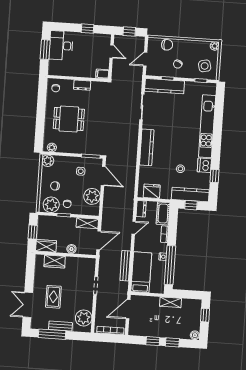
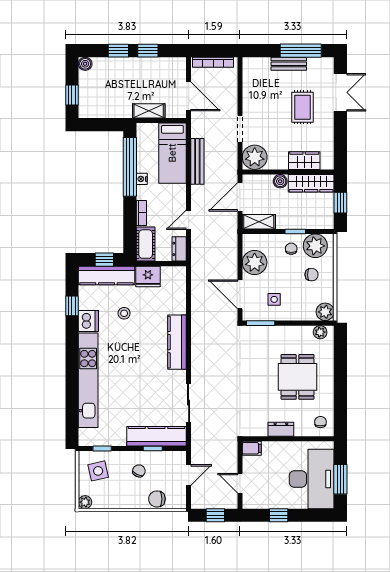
desk: (61, 46) -> (312, 479), width x1.36, depth x1.30
dining table: (69, 119) -> (297, 377), turned 90
fridge: (152, 191) -> (148, 276), moved
wardrobe: (46, 246) -> (311, 183), width x1.50
shelving: (170, 302) -> (149, 111), moved
door: (128, 309) -> (189, 96), hinge flipped
plant: (84, 318) -> (255, 157), moved

